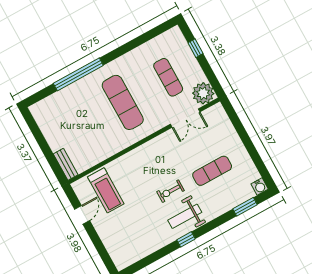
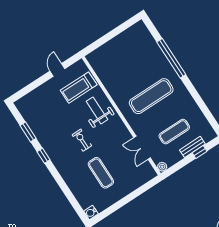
plant: (203, 93) -> (162, 167), width x0.53, depth x0.53
bench: (66, 164) -> (192, 147), moved
window: (245, 207) -> (28, 132), moved
door: (82, 215) -> (57, 70), swing flipped
weight bench: (185, 216) -> (97, 110), moved

